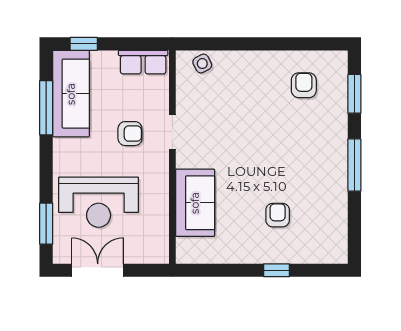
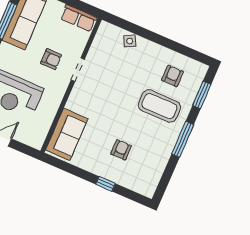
side table: (202, 64) -> (130, 41), moved
coffee table: (304, 134) -> (159, 106), added
sofa: (195, 203) -> (67, 134), moved

